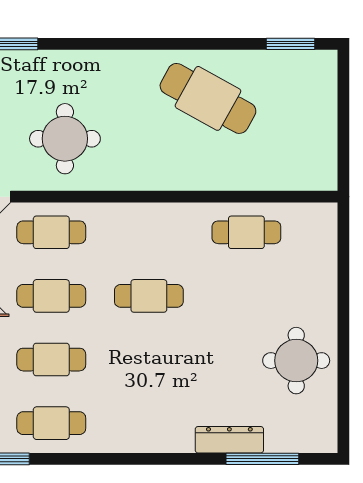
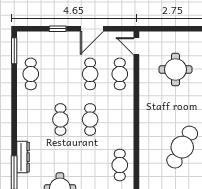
round table: (65, 139) -> (175, 69), moved
cafe table: (51, 360) -> (60, 119), moved

